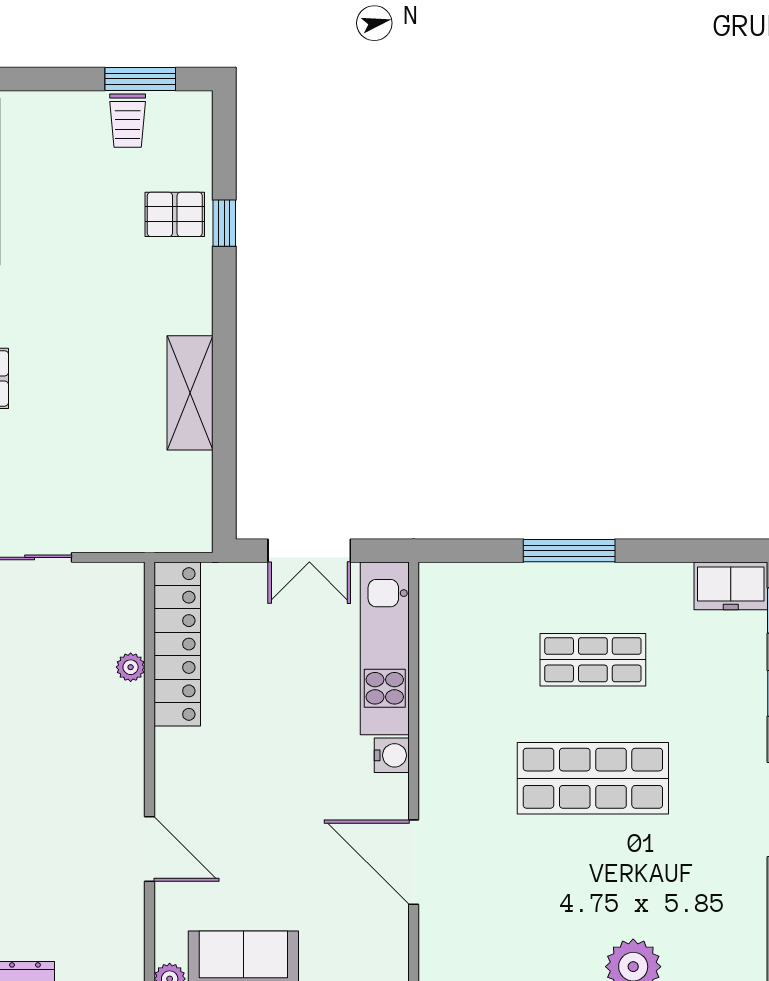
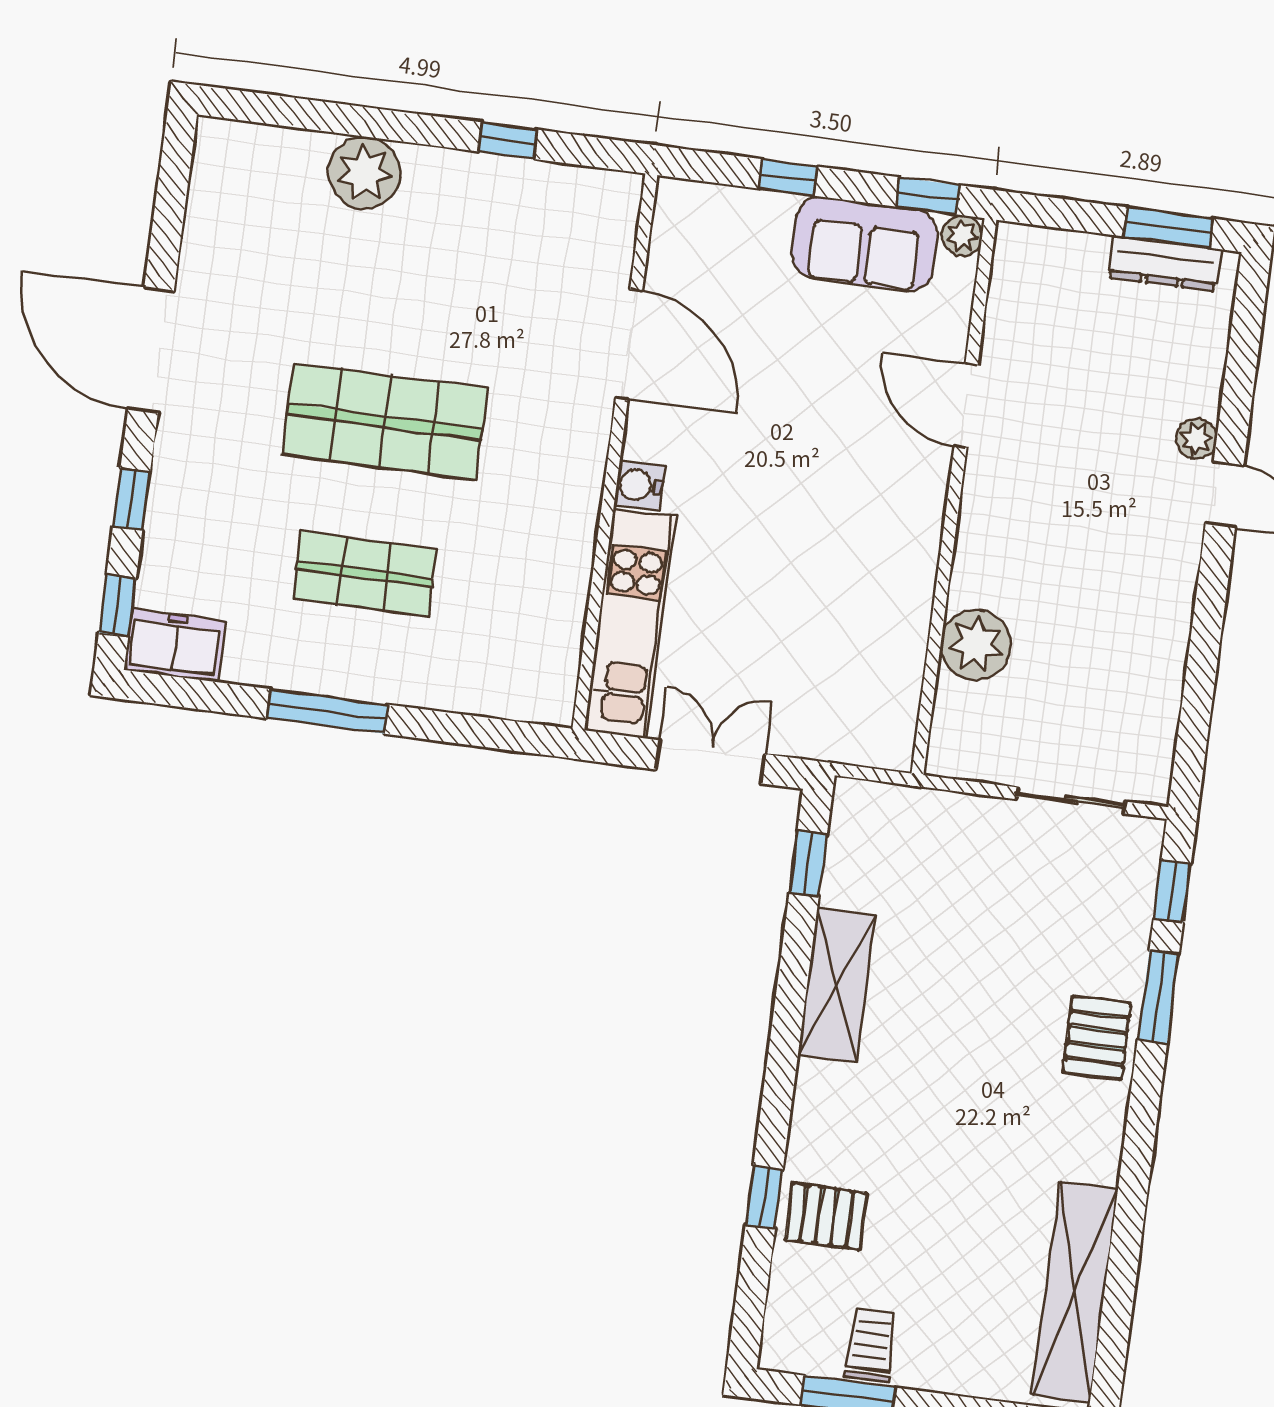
window: (224, 483) -> (808, 863), added
window: (569, 551) -> (327, 711), moved
locker: (177, 644) -> (896, 664), removed
plant: (131, 667) -> (976, 645), width x1.88, depth x1.88

